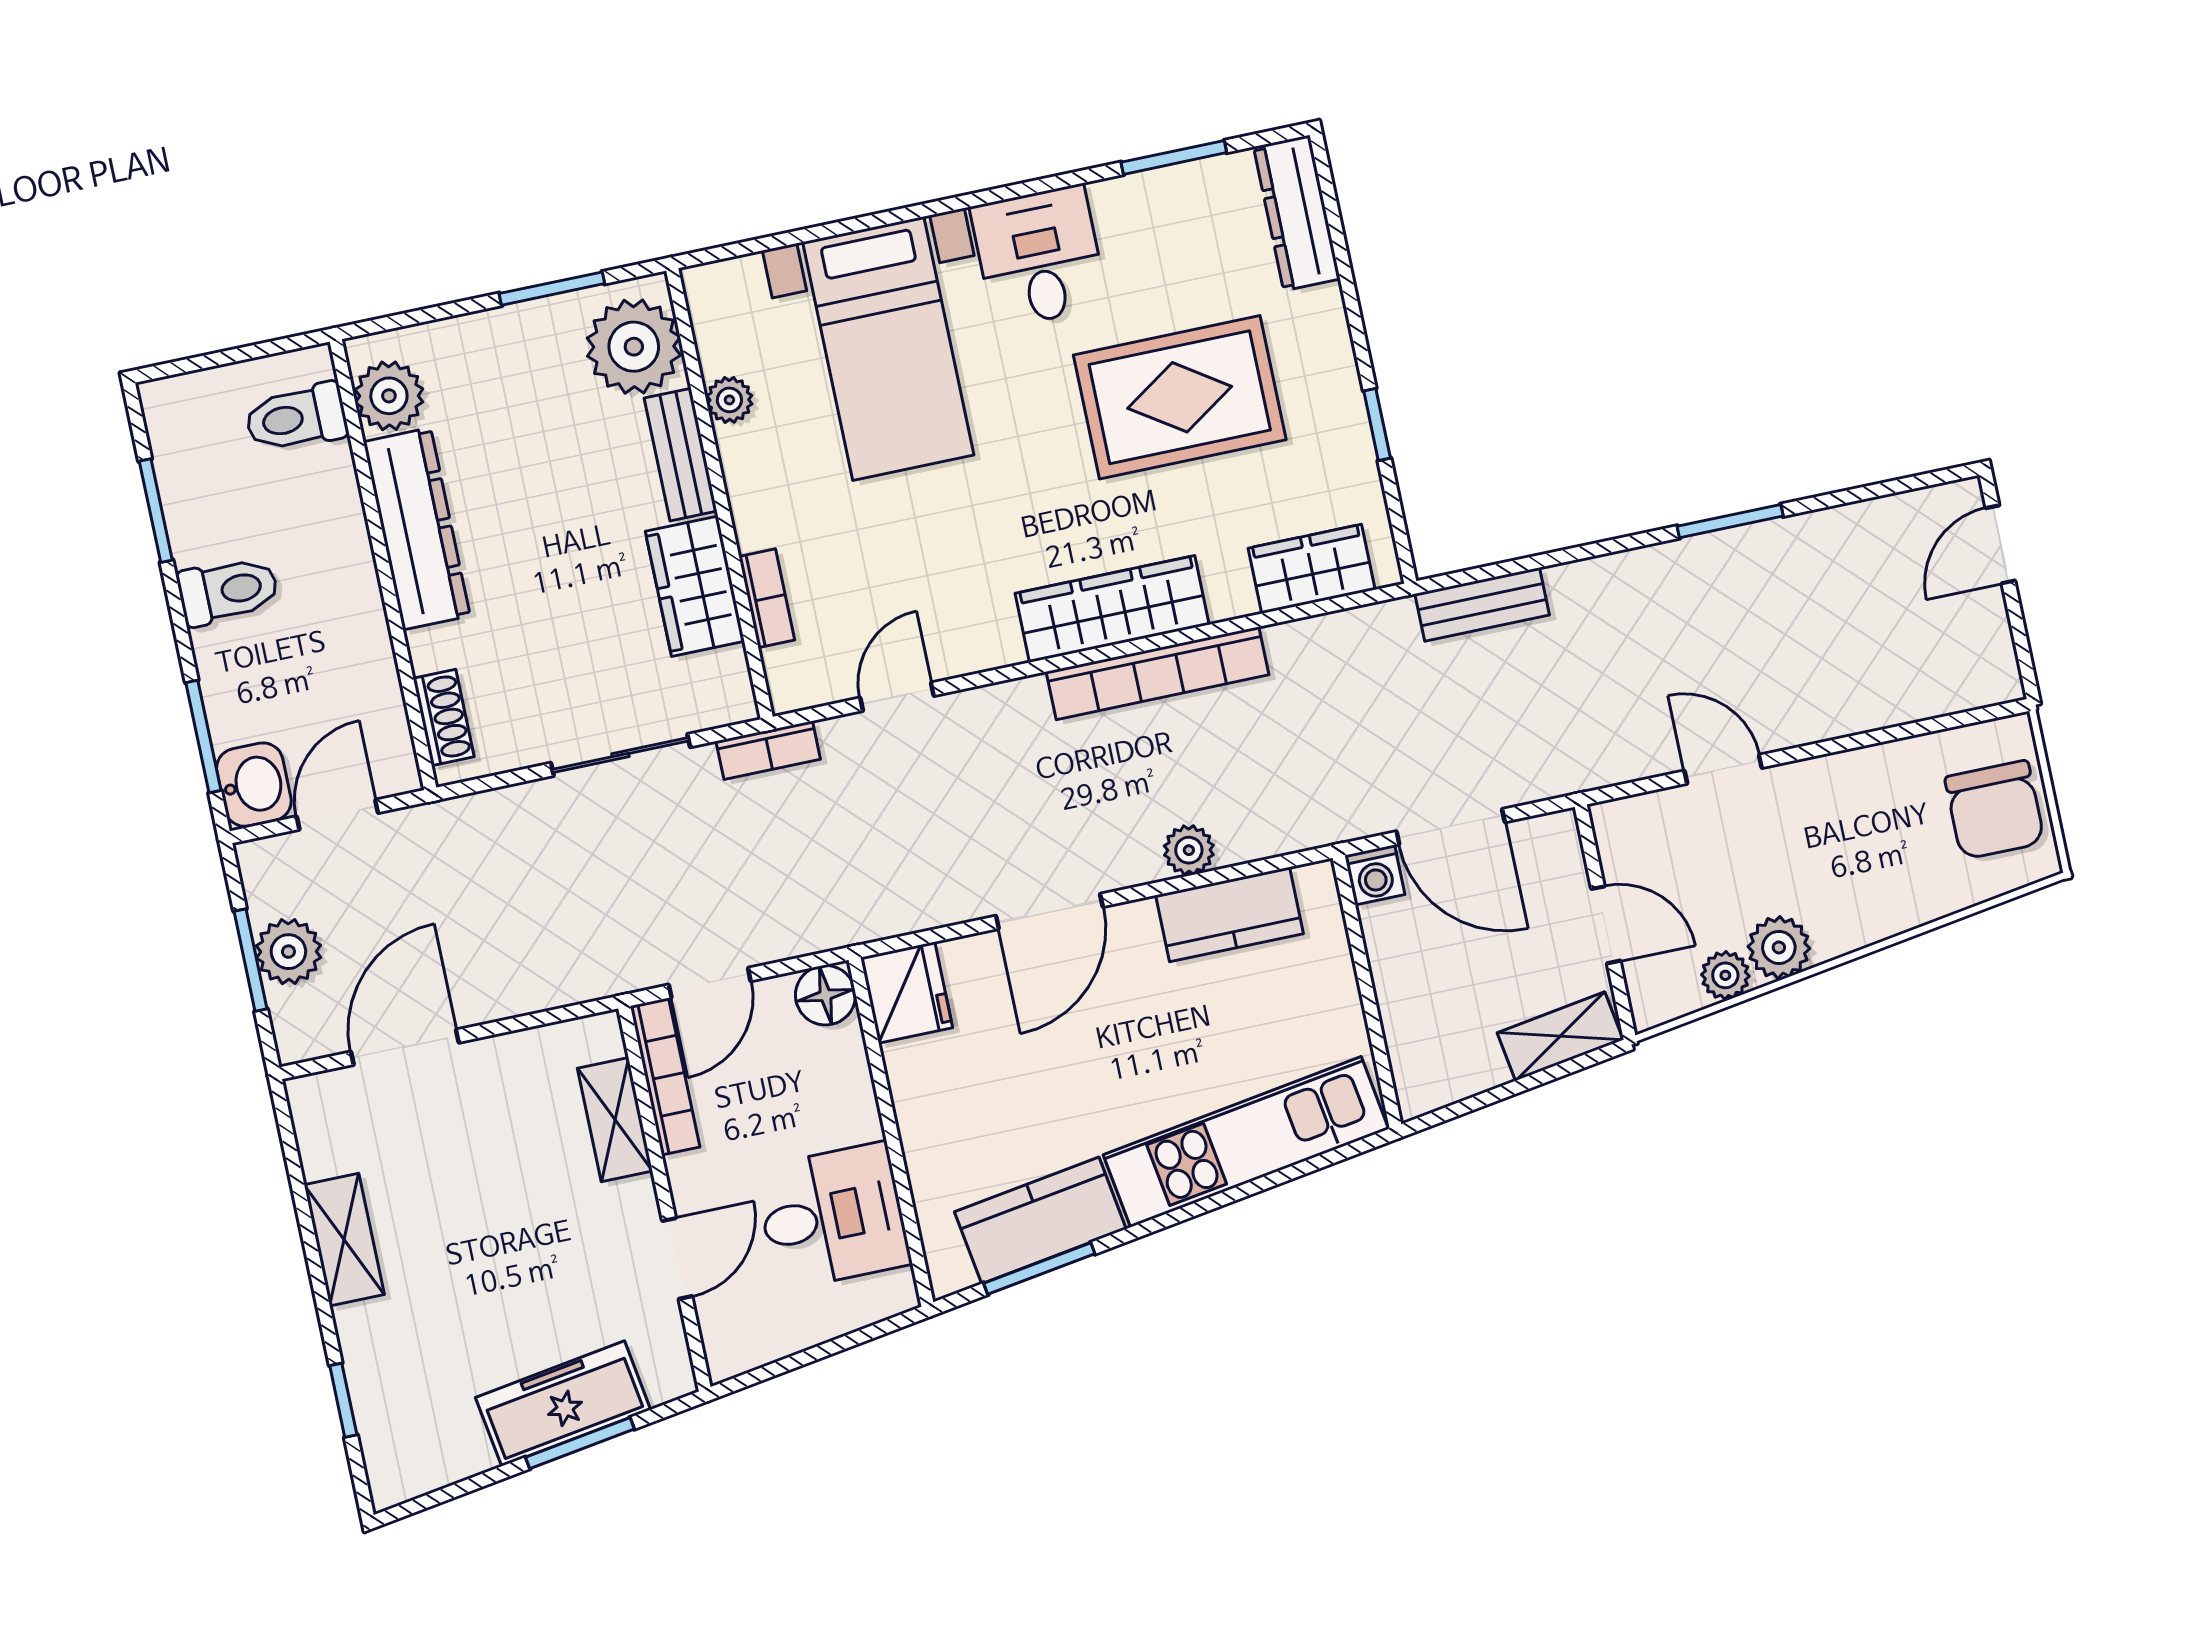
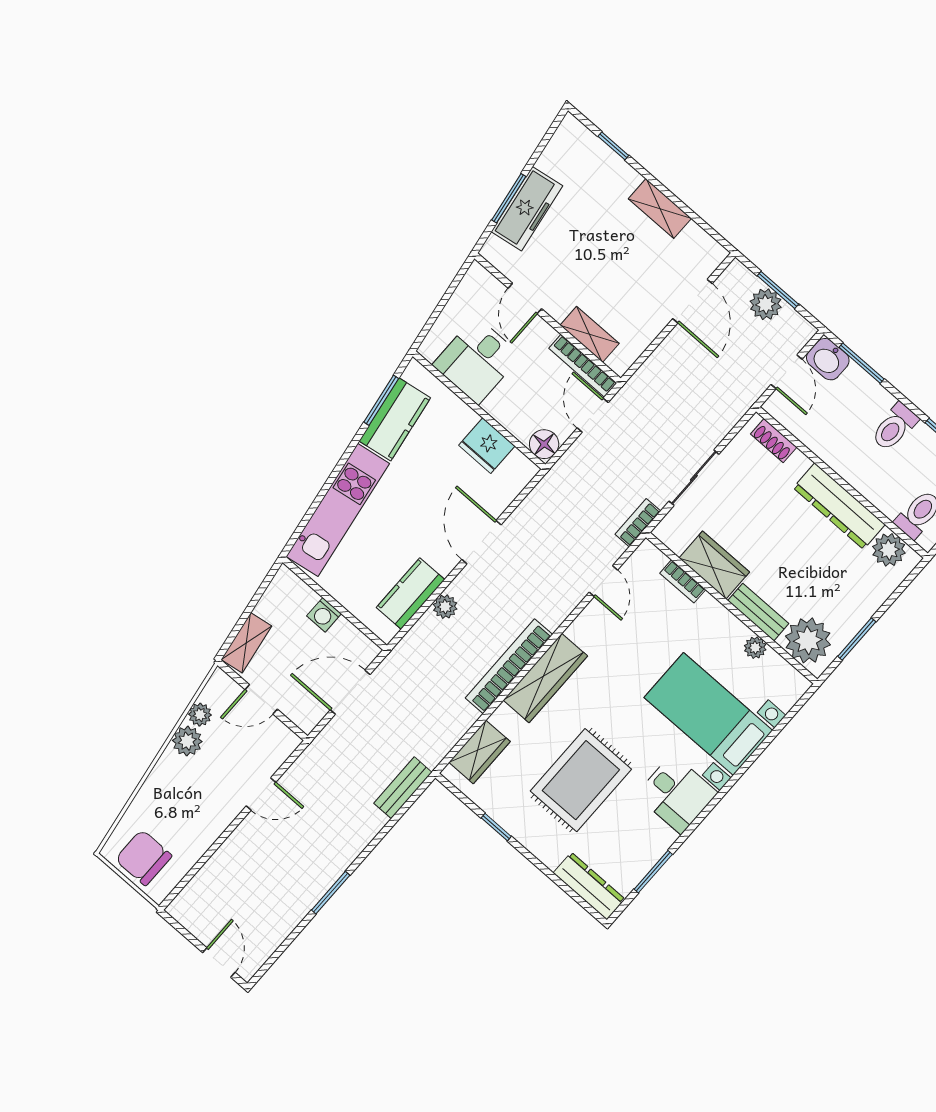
washing machine: (1375, 875) -> (324, 615), moved, turned -90
fridge: (907, 993) -> (487, 446), moved

